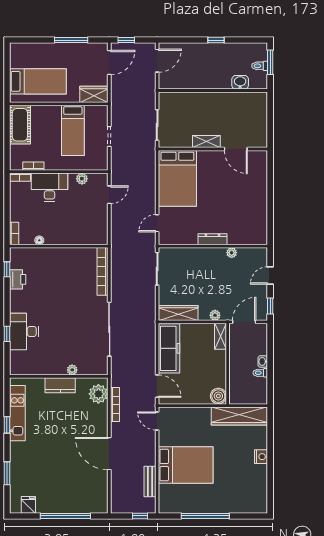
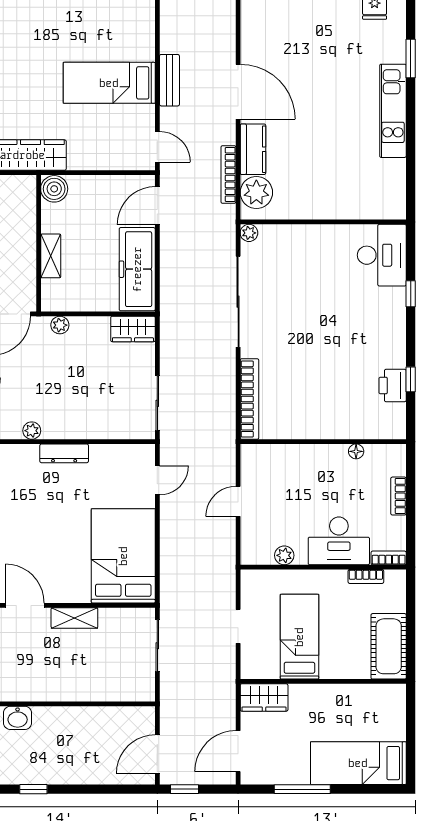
window: (126, 40) -> (184, 789), moved
window: (216, 40) -> (33, 789), moved
bed: (38, 81) -> (358, 763), moved
door: (109, 195) -> (238, 501), moved
bookcase: (14, 233) -> (398, 496), moved
window: (7, 269) -> (411, 379), moved
wardrobe: (178, 313) -> (133, 329), width x0.67
desk: (24, 331) -> (382, 255), moved
shelving: (220, 336) -> (51, 256), moved
plant: (72, 370) -> (249, 233), moved
kitchen counter: (60, 385) -> (253, 149), moved, turned 90
door: (157, 386) -> (157, 206), hinge flipped
kitchen unit: (17, 413) -> (393, 111), moved
window: (7, 425) -> (411, 140), removed
bed: (186, 465) -> (109, 83), width x0.67
bench: (150, 481) -> (169, 80), moved

